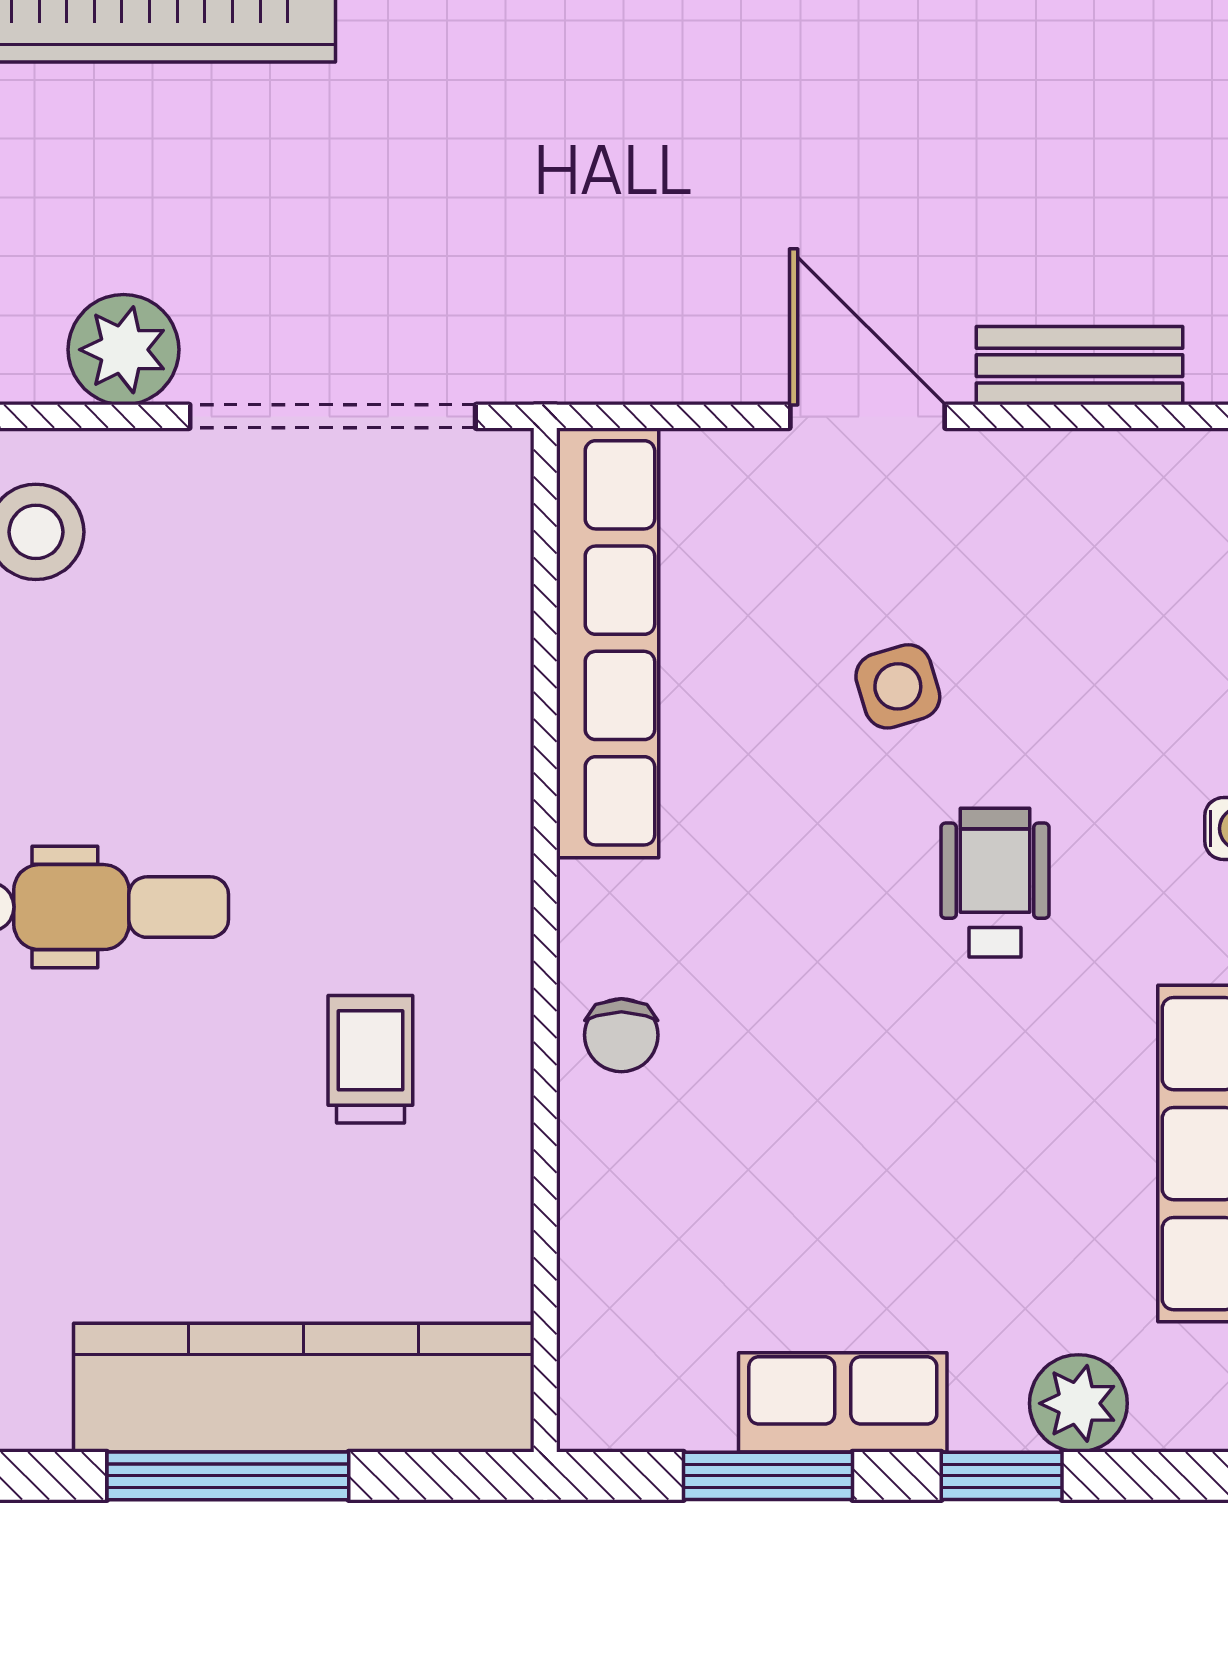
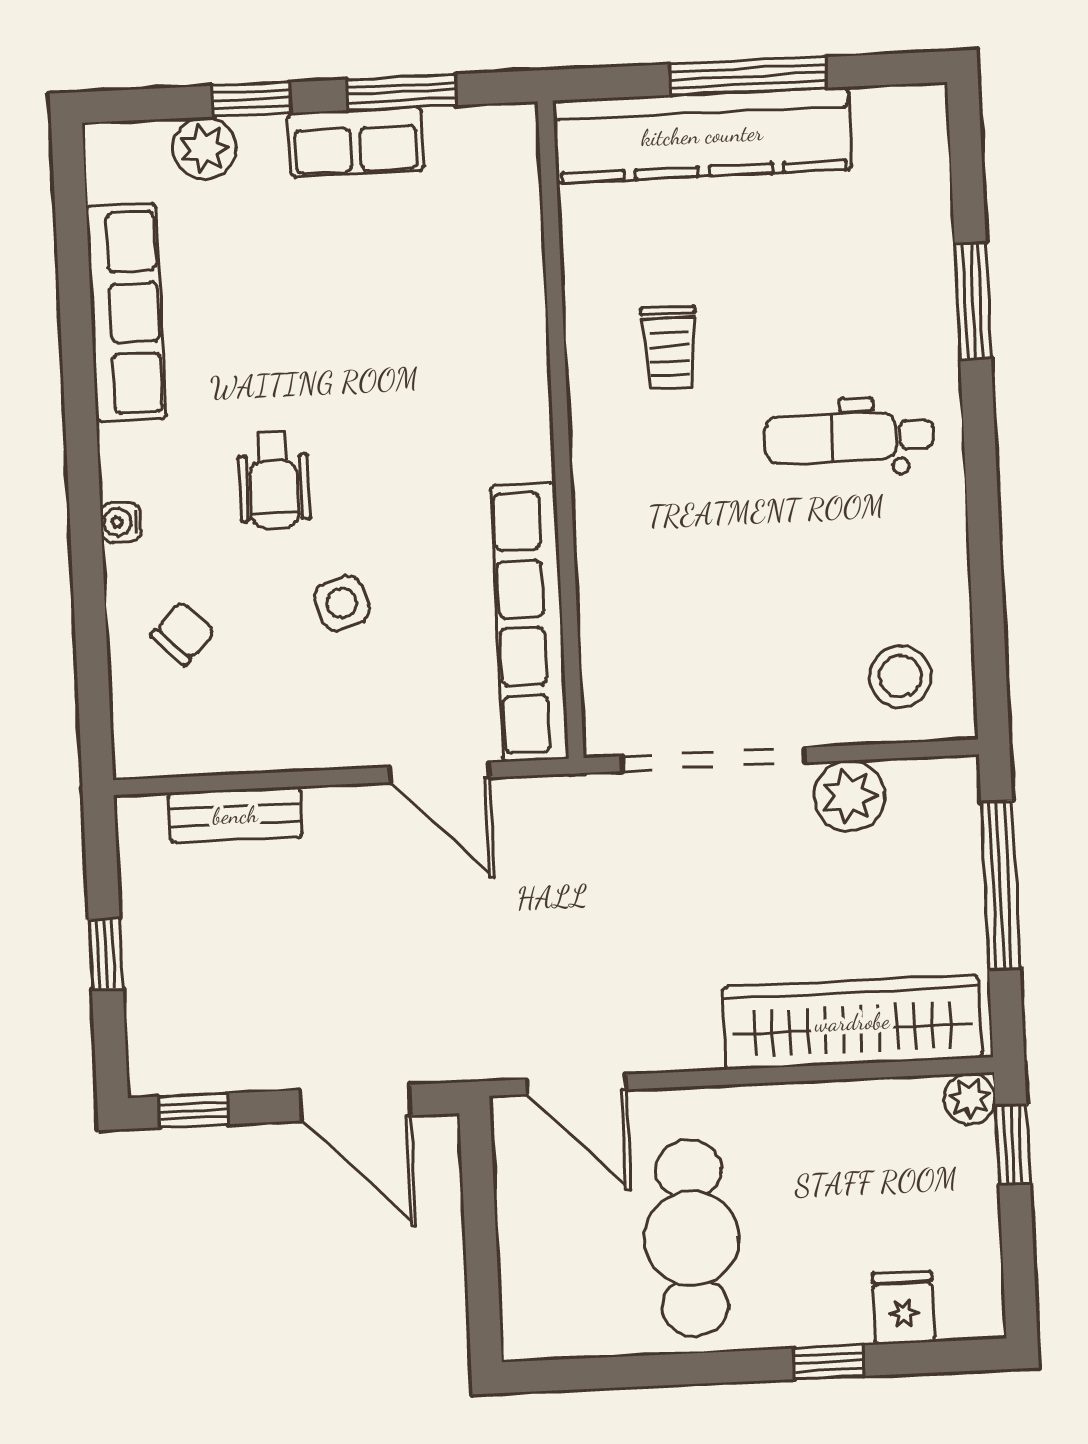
door: (867, 416) -> (439, 772), moved
chair: (621, 1035) -> (183, 633), moved, turned 44

